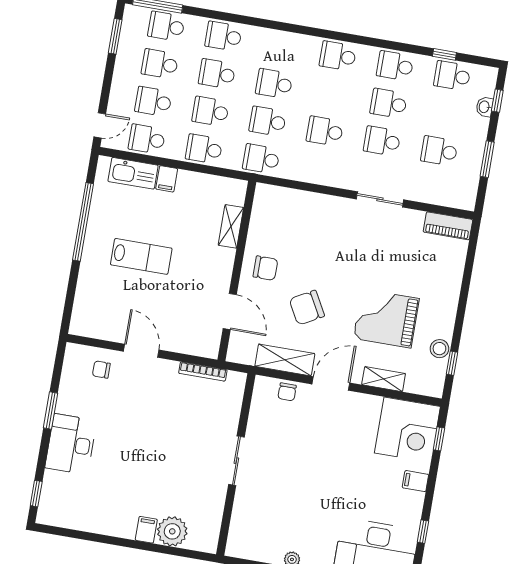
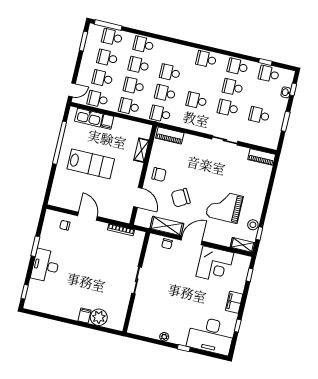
piano: (280, 197) -> (170, 136), added
lab bench: (141, 256) -> (91, 164), width x1.36, depth x1.39
shelving: (384, 379) -> (243, 245), moved
corner desk: (407, 430) -> (215, 265), moved
filing cabinet: (415, 481) -> (234, 302), width x2.00

